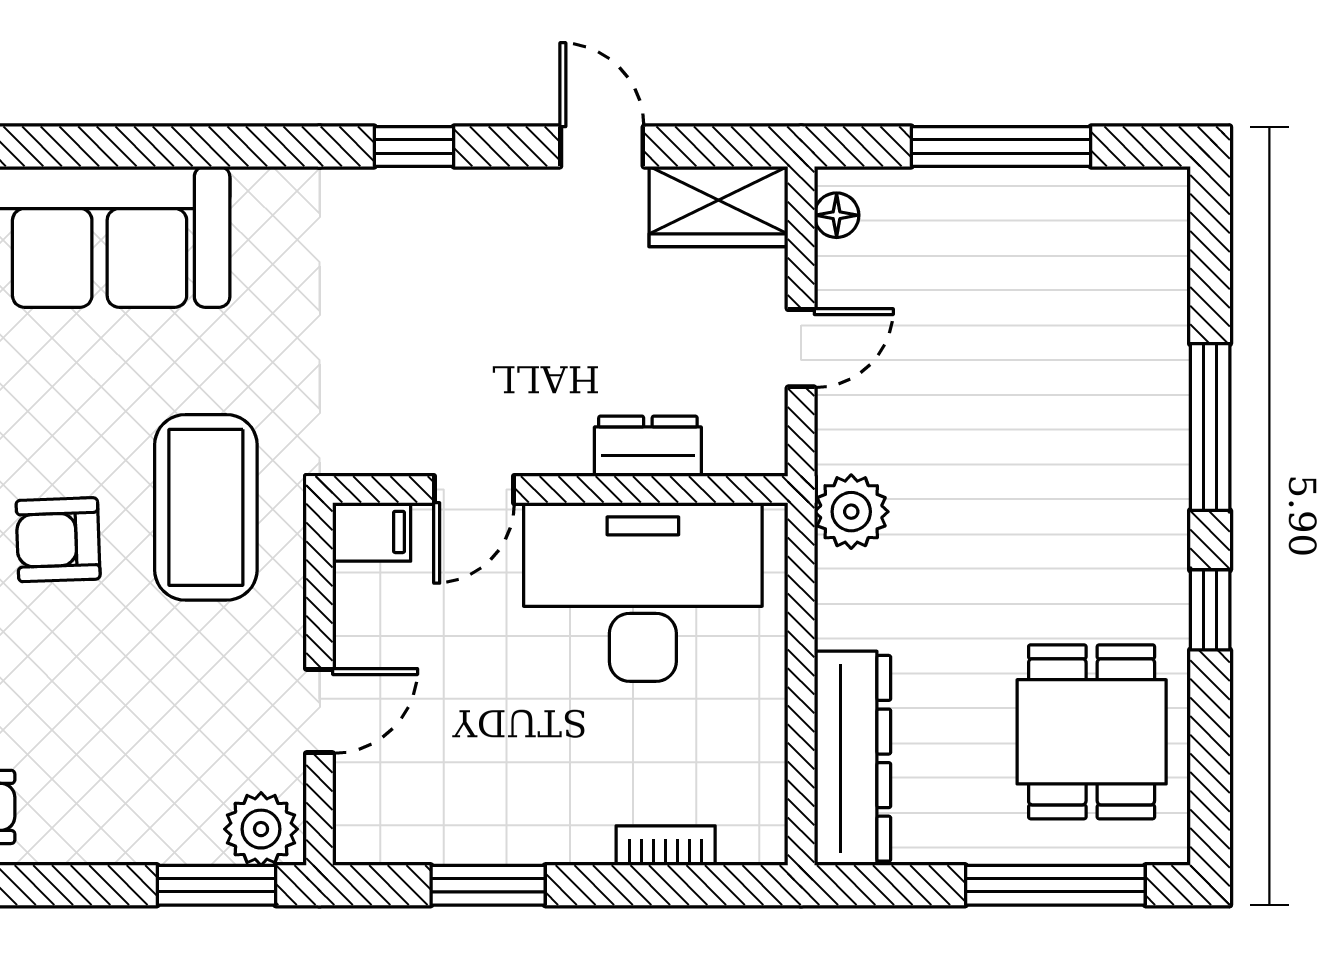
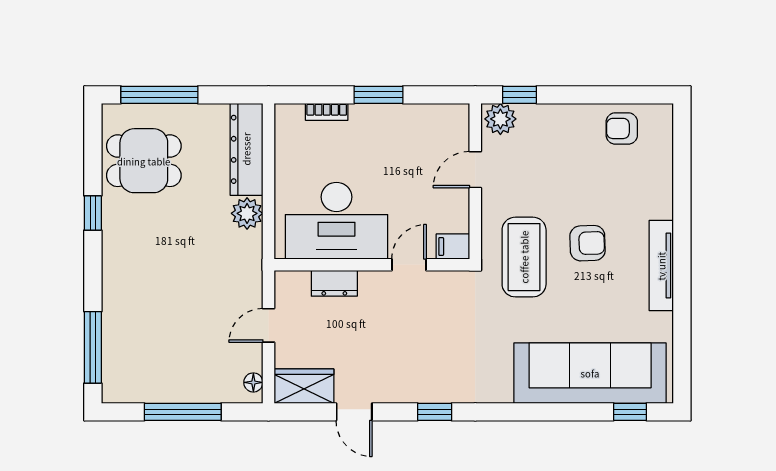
window: (1210, 427) -> (93, 347), moved
plant: (851, 512) -> (247, 213), moved
dining table: (1092, 732) -> (144, 161), turned 90
window: (216, 885) -> (520, 95), width x0.67
window: (488, 885) -> (378, 95), moved

